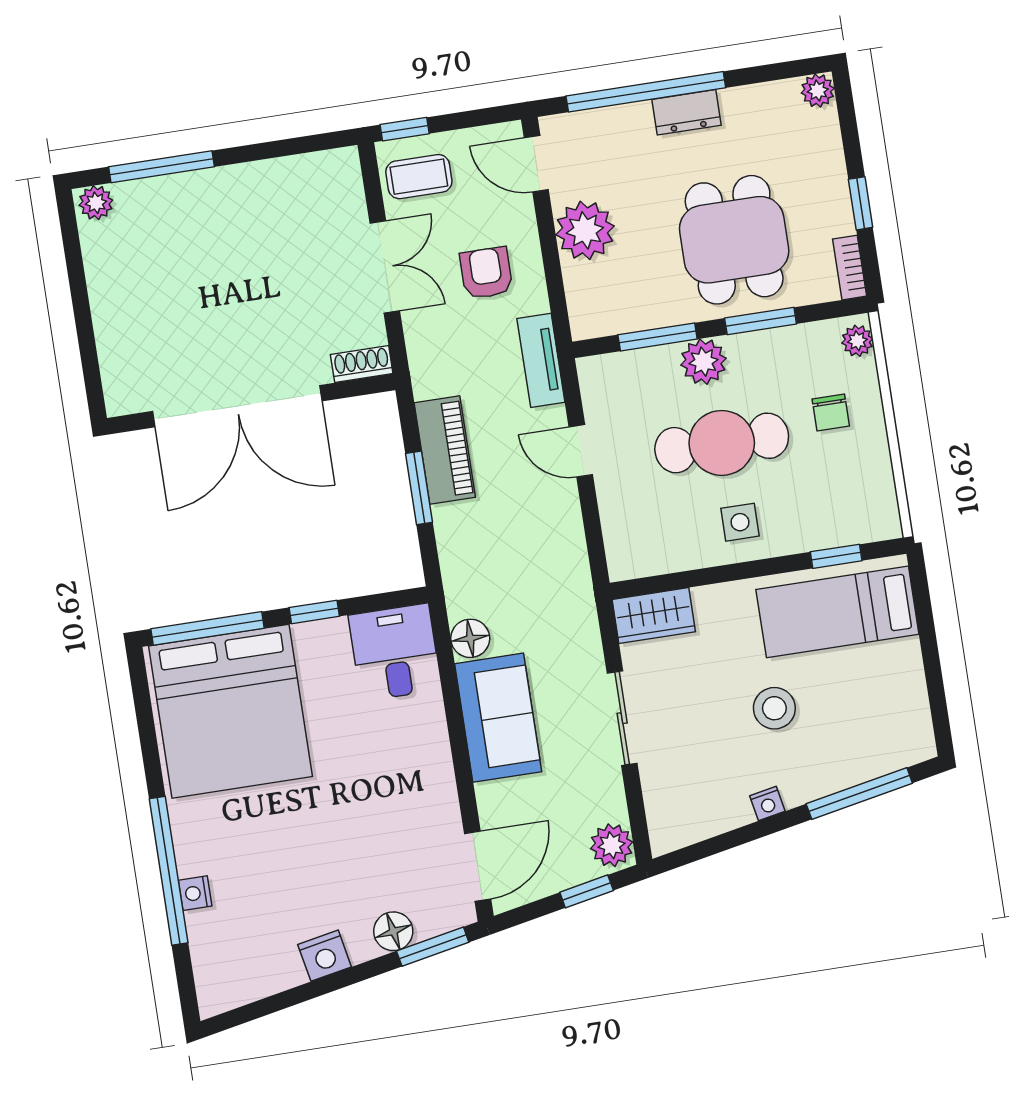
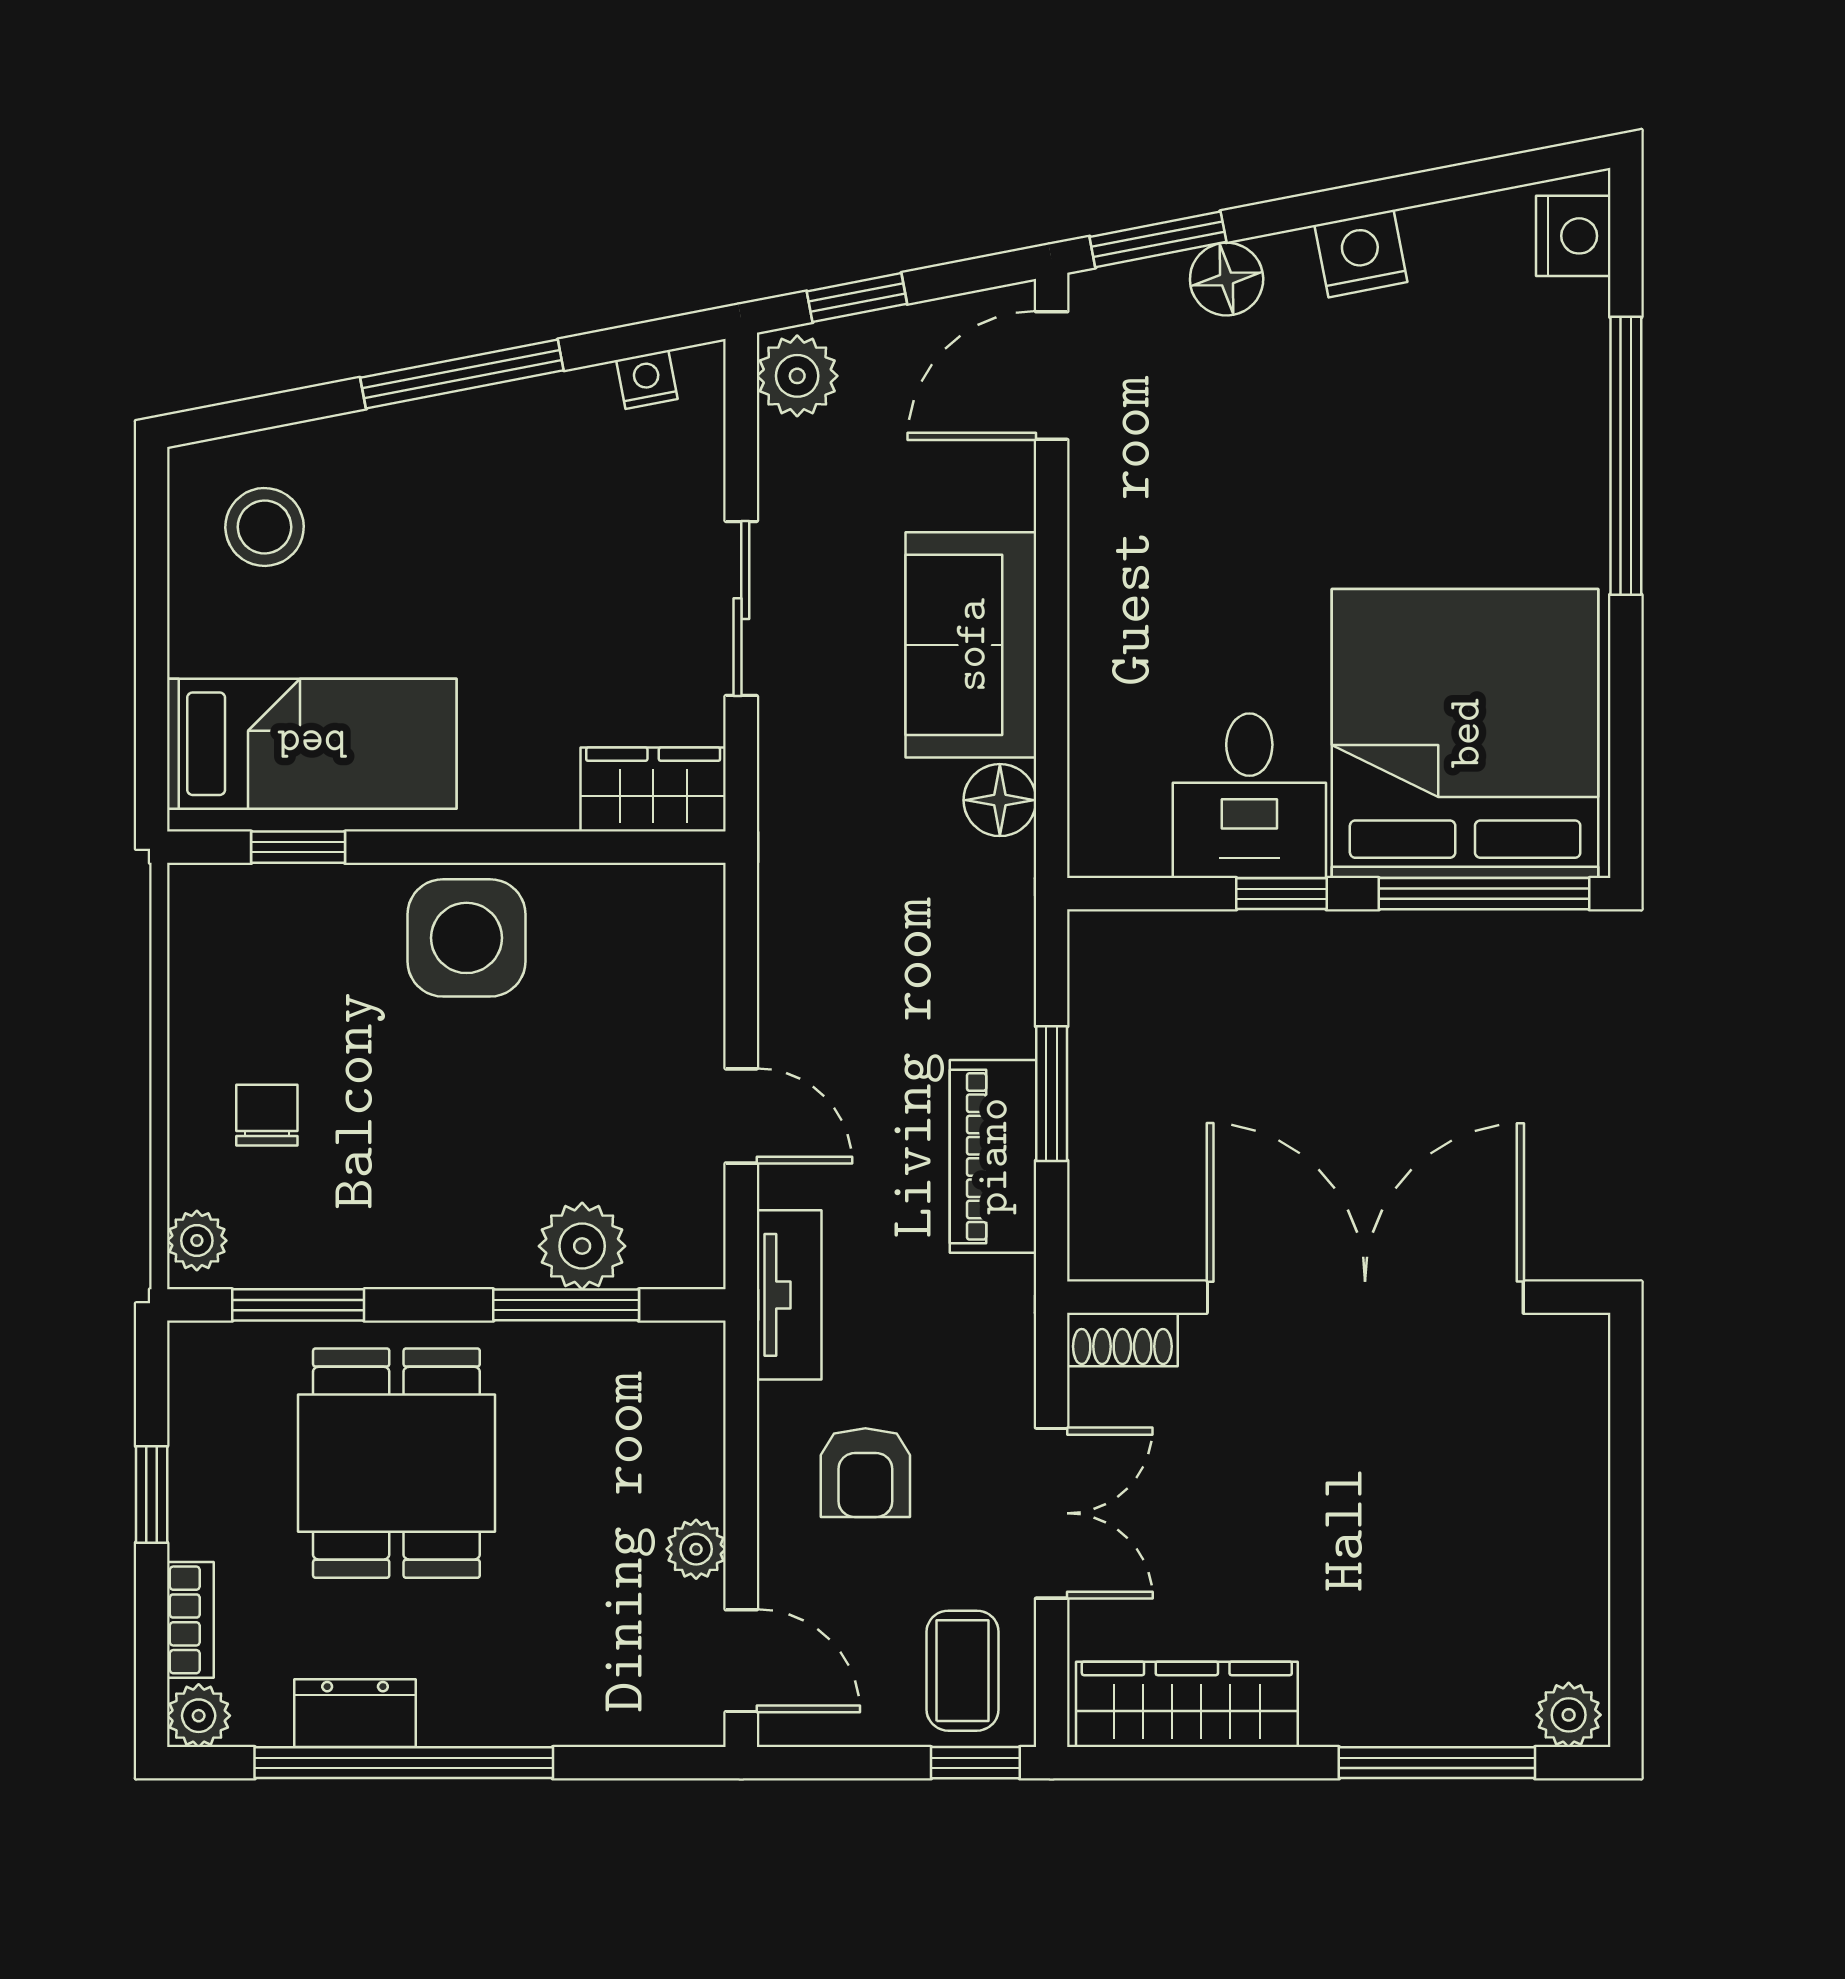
window: (646, 92) -> (404, 1763), moved
dresser: (686, 112) -> (355, 1713), moved
wardrobe: (298, 177) -> (1187, 1704), added
coffee table: (419, 177) -> (963, 1671), turned 90
plant: (585, 230) -> (696, 1549), width x0.53, depth x0.53
double door: (385, 267) -> (1052, 1513), swing flipped
bookcase: (850, 268) -> (190, 1620), moved
window: (761, 321) -> (298, 1305), moved
plant: (703, 362) -> (582, 1246), moved
cafe table: (722, 443) -> (478, 1090), removed
side table: (740, 522) -> (466, 938), width x1.87, depth x1.87
desk: (395, 652) -> (1249, 796), moved
stool: (774, 708) -> (265, 527), moved
window: (859, 793) -> (462, 374), moved
nightstand: (767, 803) -> (647, 380), moved
nightstand: (195, 893) -> (1573, 236), moved, width x1.39, depth x1.35

